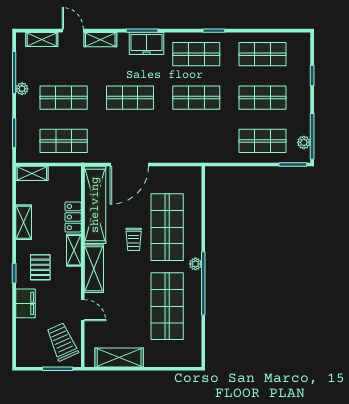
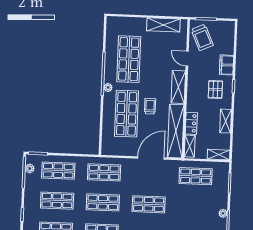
shop shelf: (64, 98) -> (104, 172), moved
shelving: (74, 250) -> (190, 146), moved

